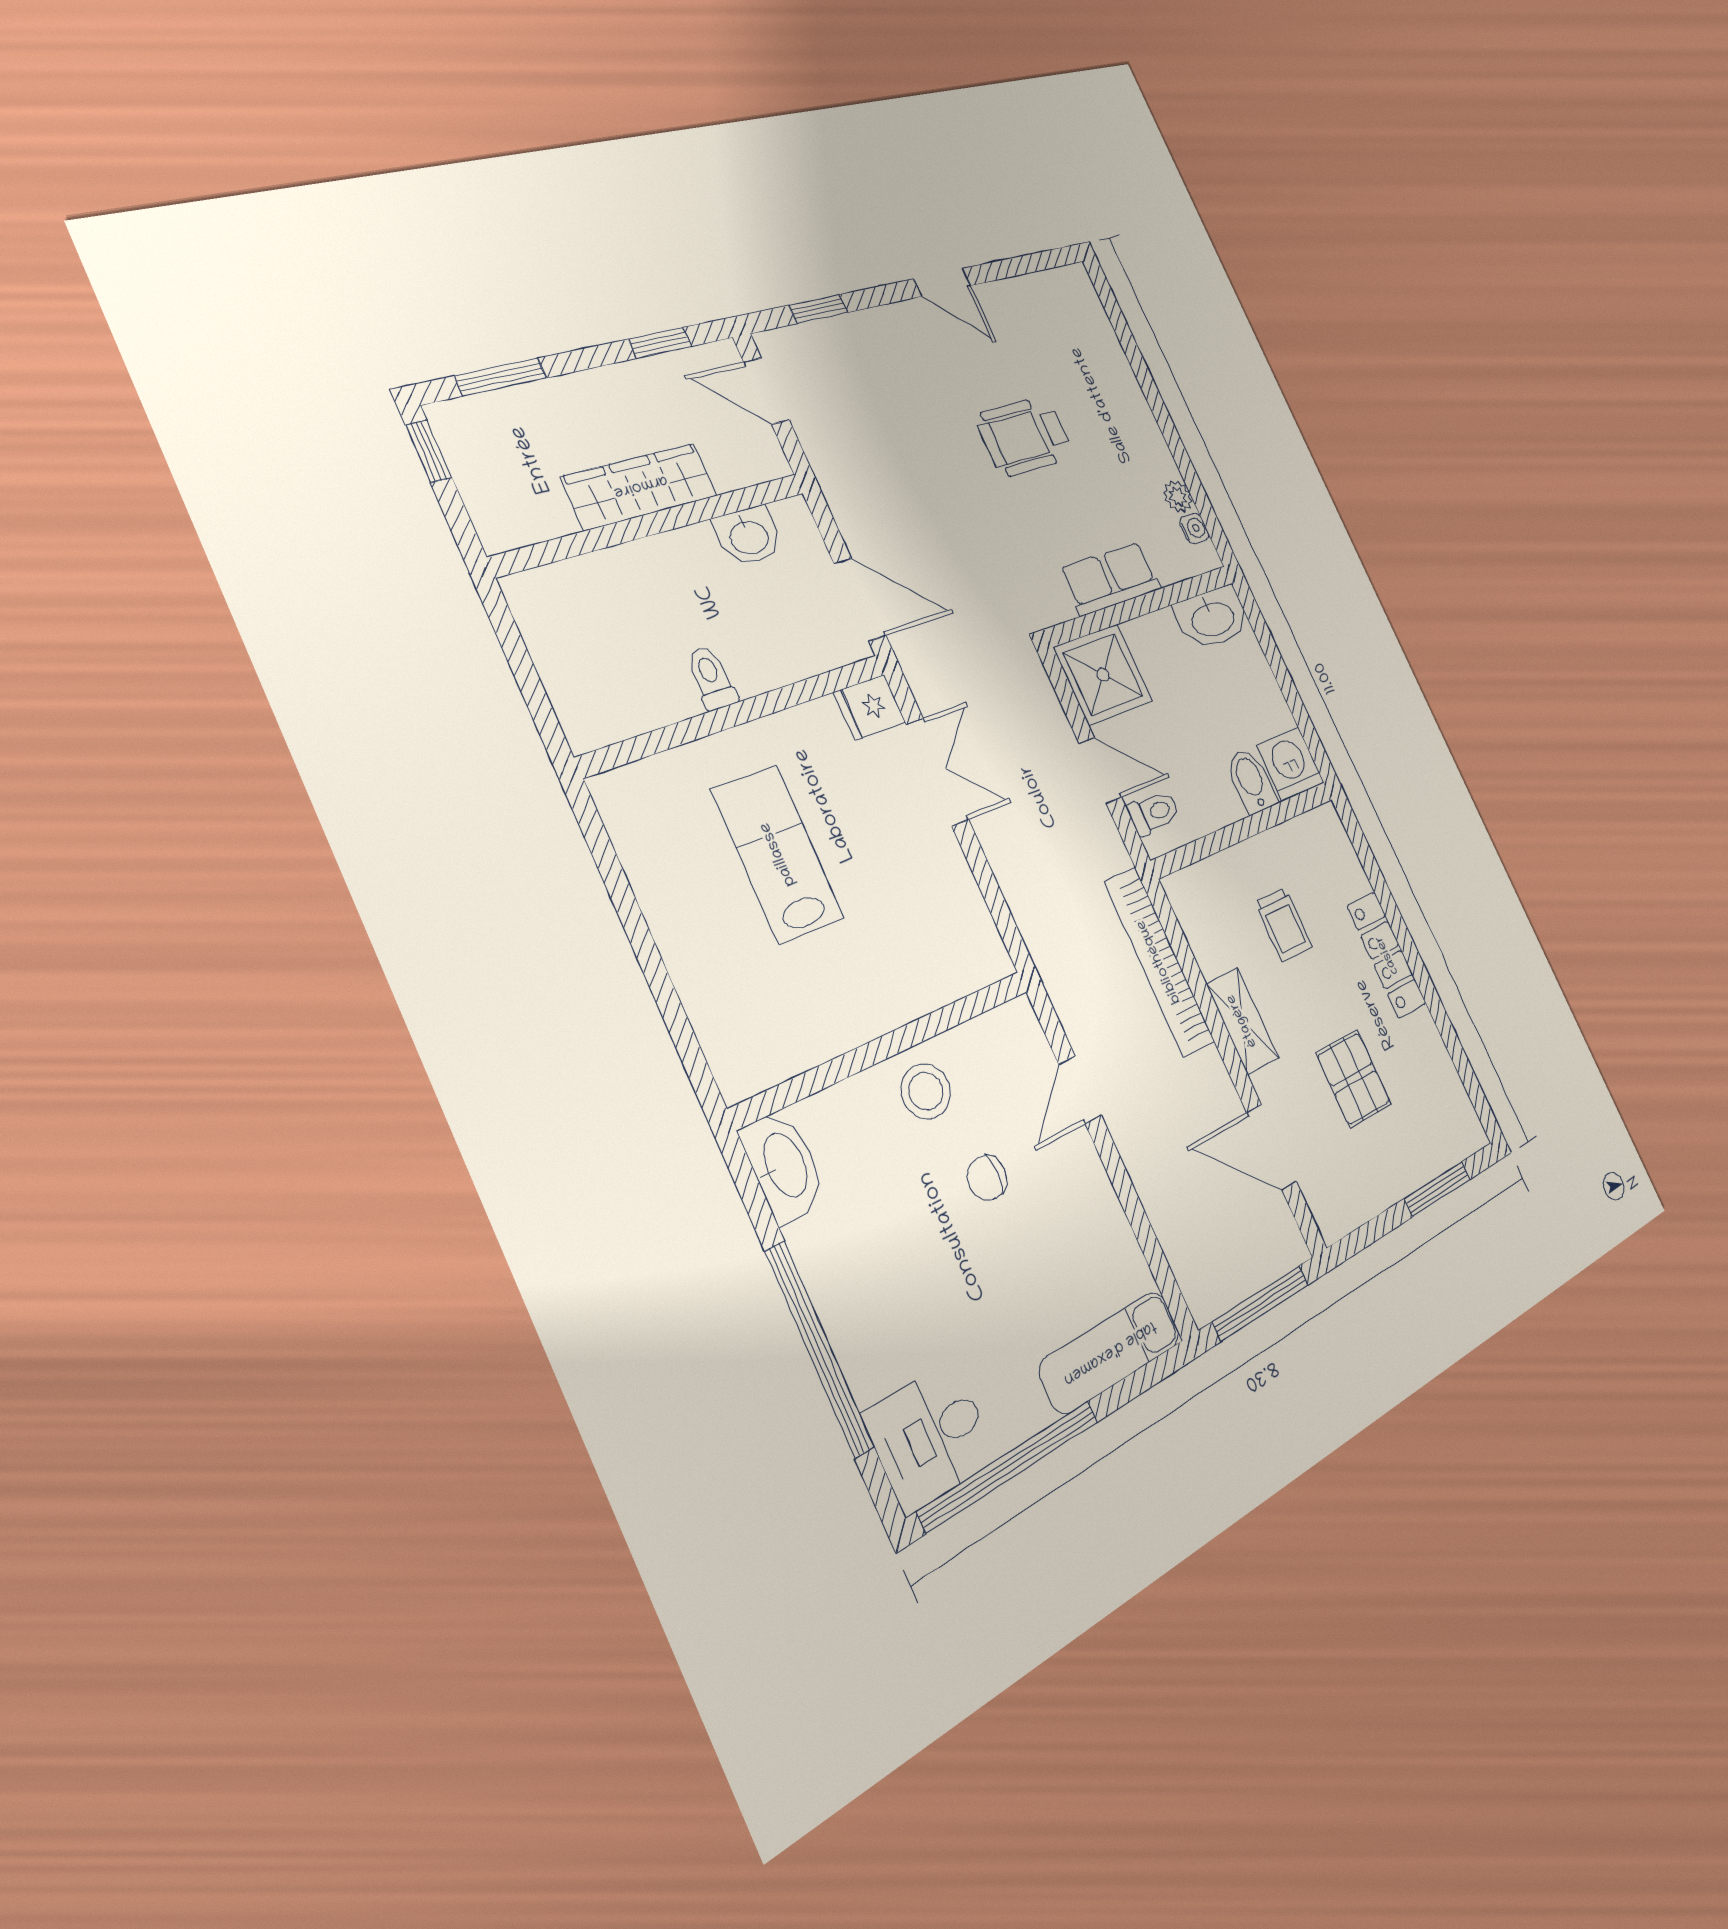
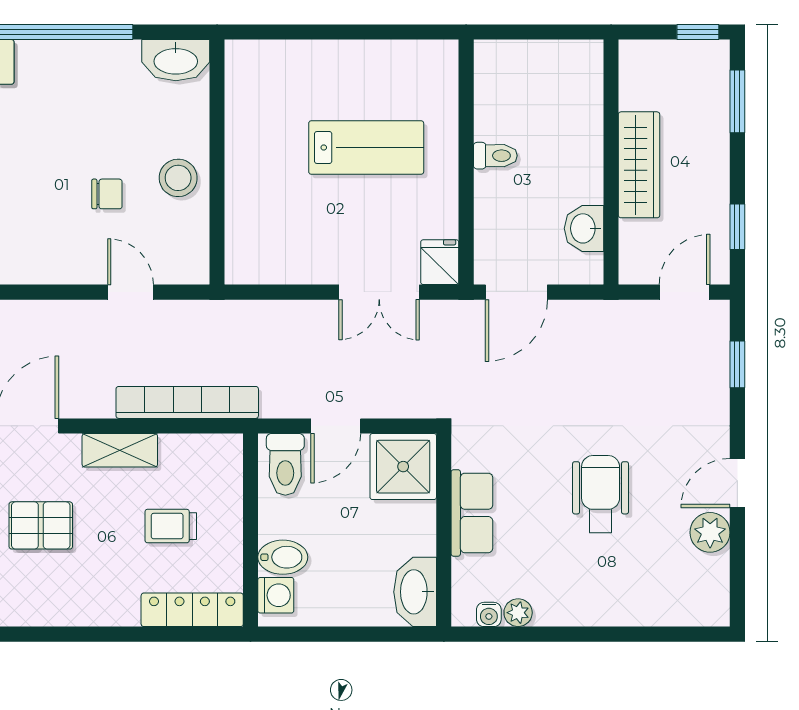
plant: (1005, 303) -> (710, 532), added
washing machine: (1290, 764) -> (276, 595), width x0.73, depth x0.73
toilet: (1154, 813) -> (285, 464), width x1.37, depth x1.39
locker: (1387, 955) -> (192, 610), moved
chair: (987, 1178) -> (107, 194), turned 90

